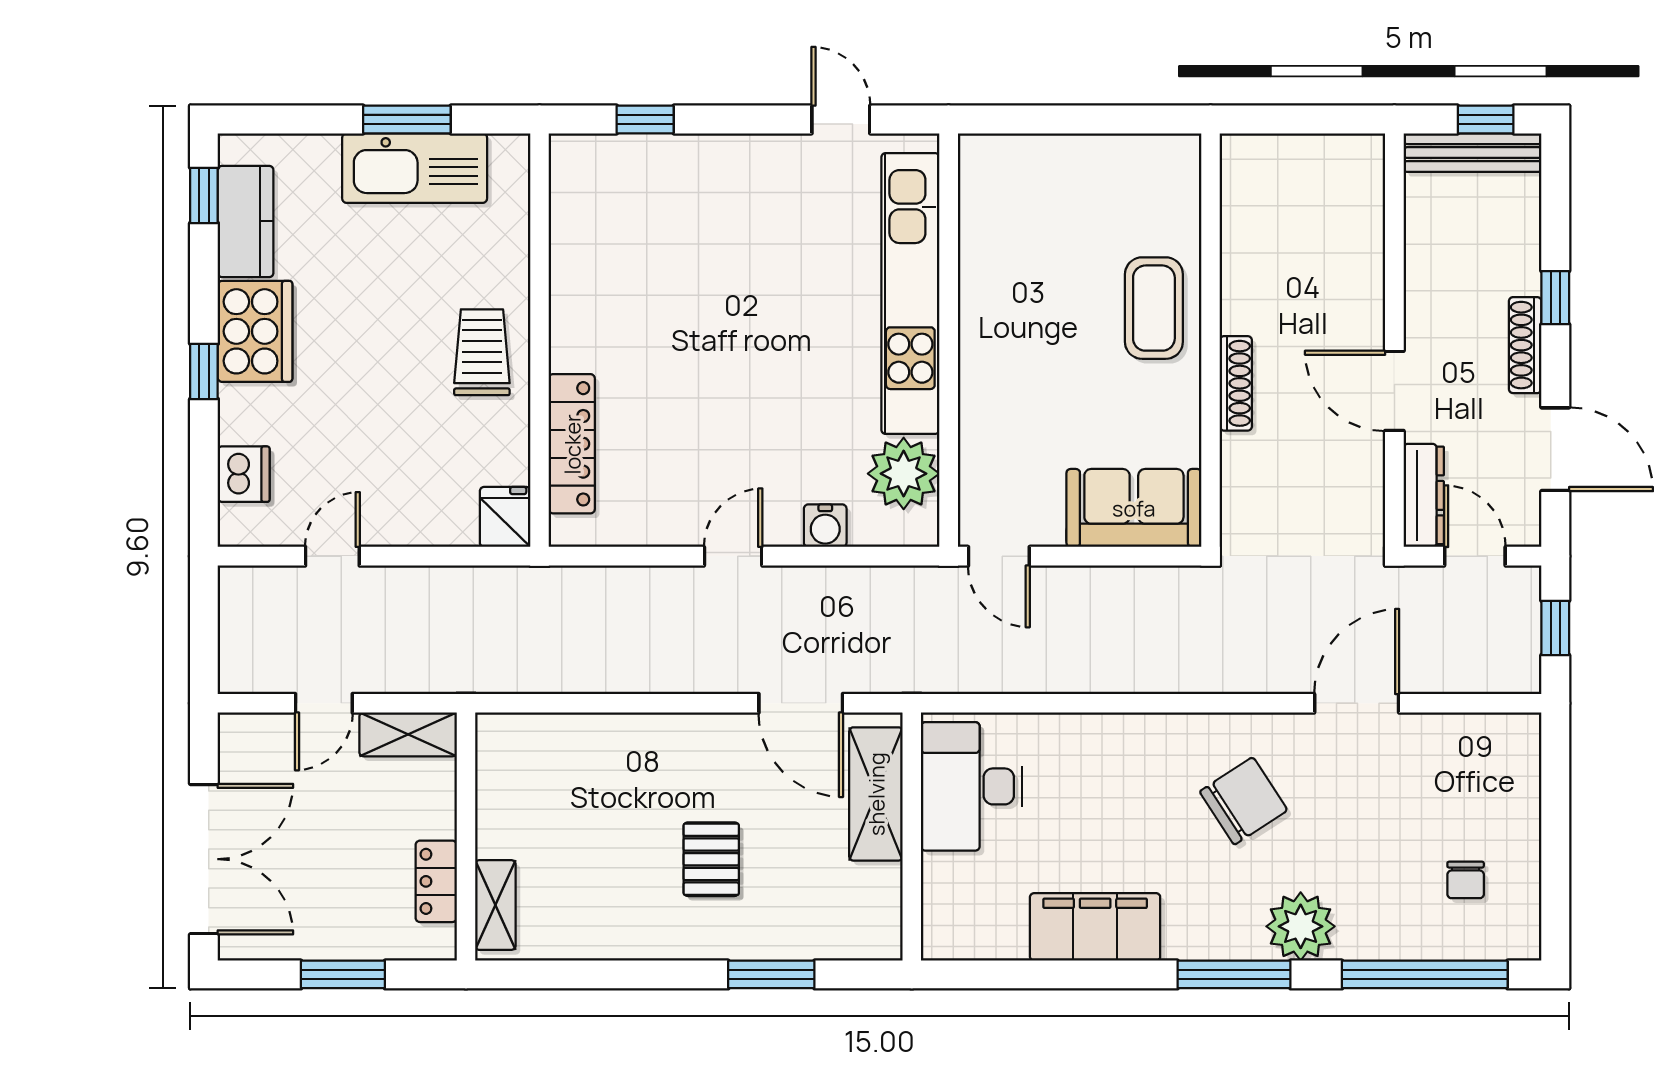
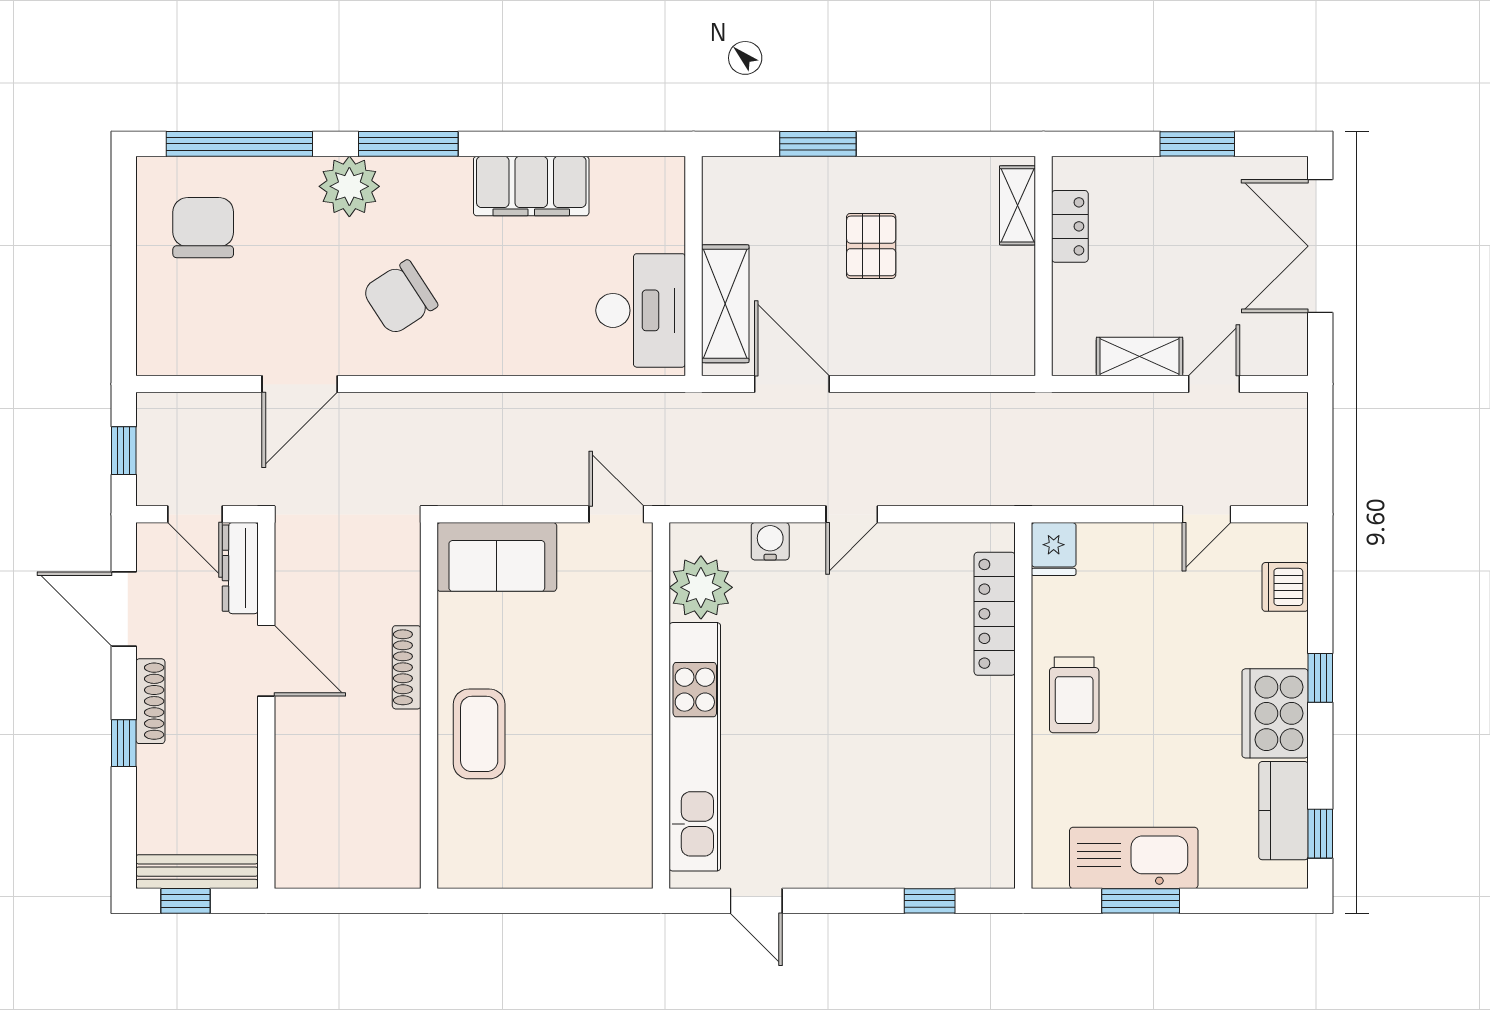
wall: (466, 837) -> (1044, 266), moved
chair: (1466, 880) -> (203, 228), width x1.87, depth x1.87
locker: (436, 881) -> (1070, 226), moved
shelving: (495, 905) -> (1017, 205), moved

